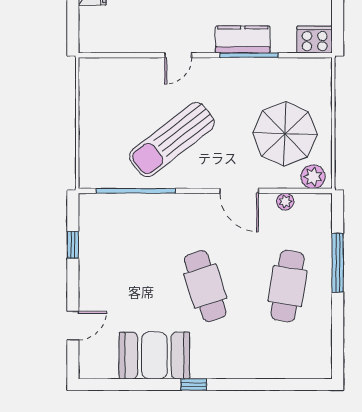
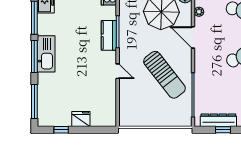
door: (239, 191) -> (193, 37), swing flipped
dresser: (90, 237) -> (218, 120), added

